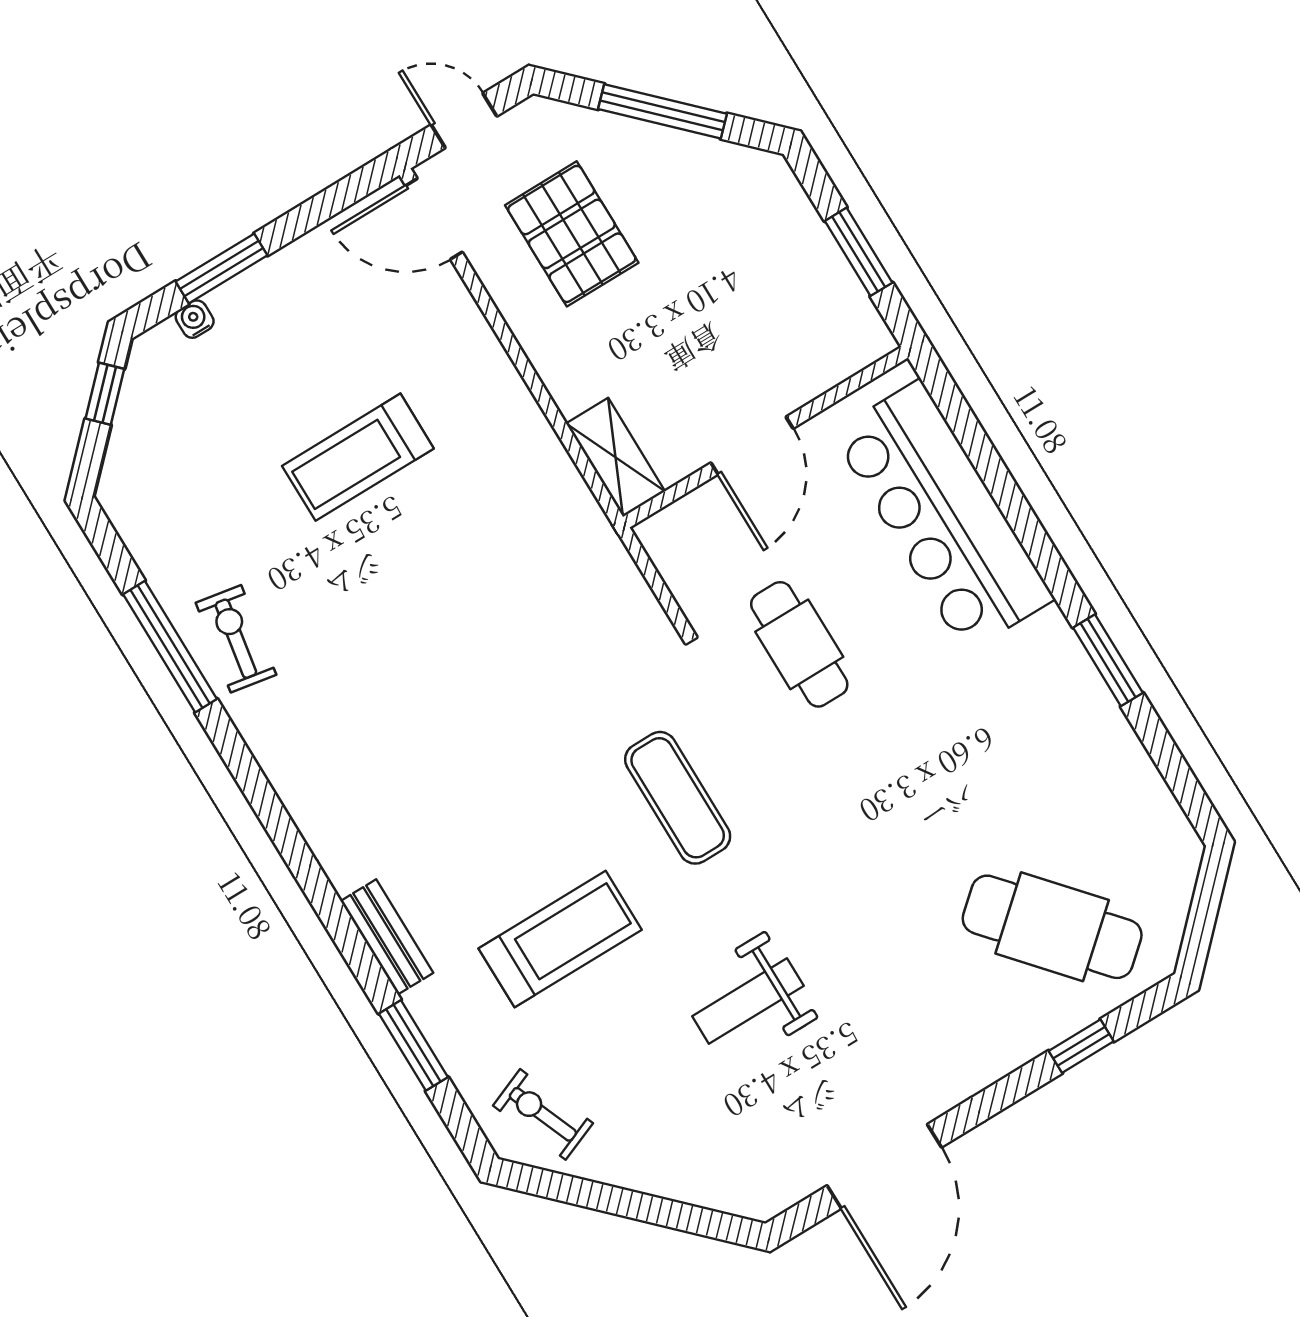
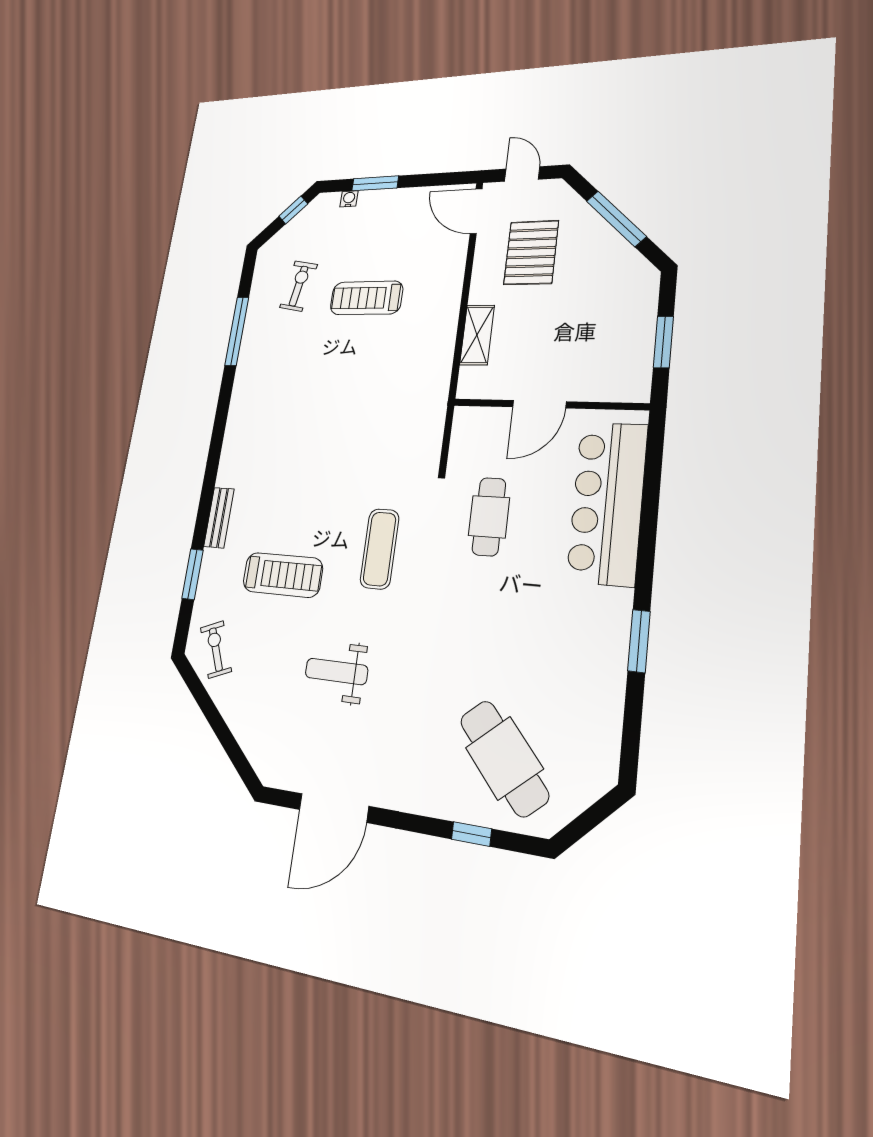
shelving: (616, 457) -> (477, 335), moved
exercise bike: (236, 639) -> (298, 286), moved

